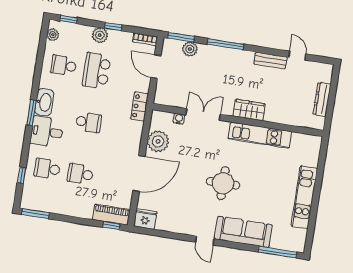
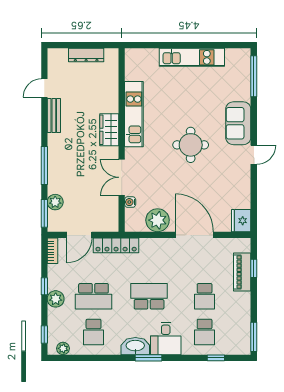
locker: (140, 106) -> (116, 245), width x1.53
school desk: (88, 122) -> (149, 296), width x1.85
piano: (111, 215) -> (242, 272), moved
window: (111, 226) -> (254, 268), moved
sofa: (243, 232) -> (238, 123), width x0.73

